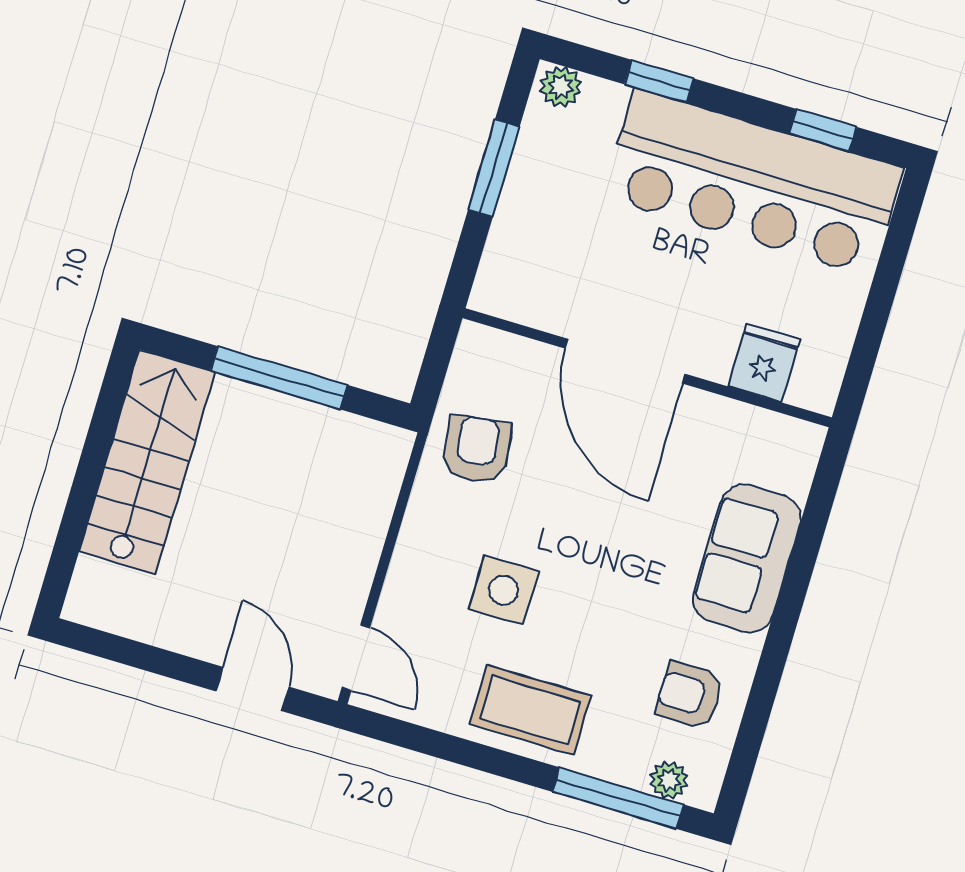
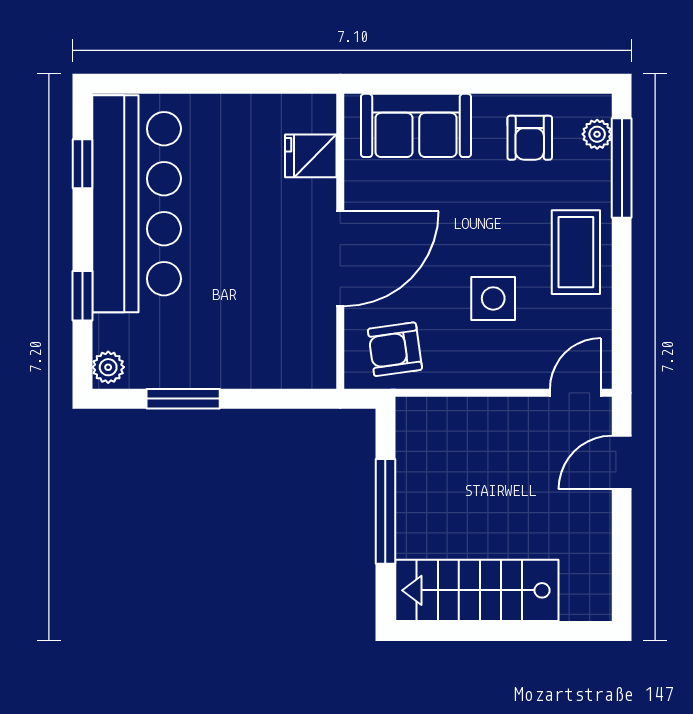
door: (625, 361) -> (340, 259), moved
fridge: (764, 363) -> (311, 156), moved
wall: (647, 368) -> (340, 241), moved

